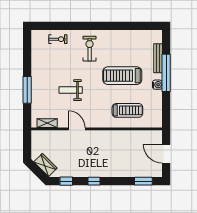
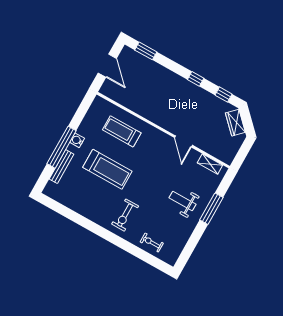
weight bench: (71, 90) -> (183, 201), moved, turned 180

